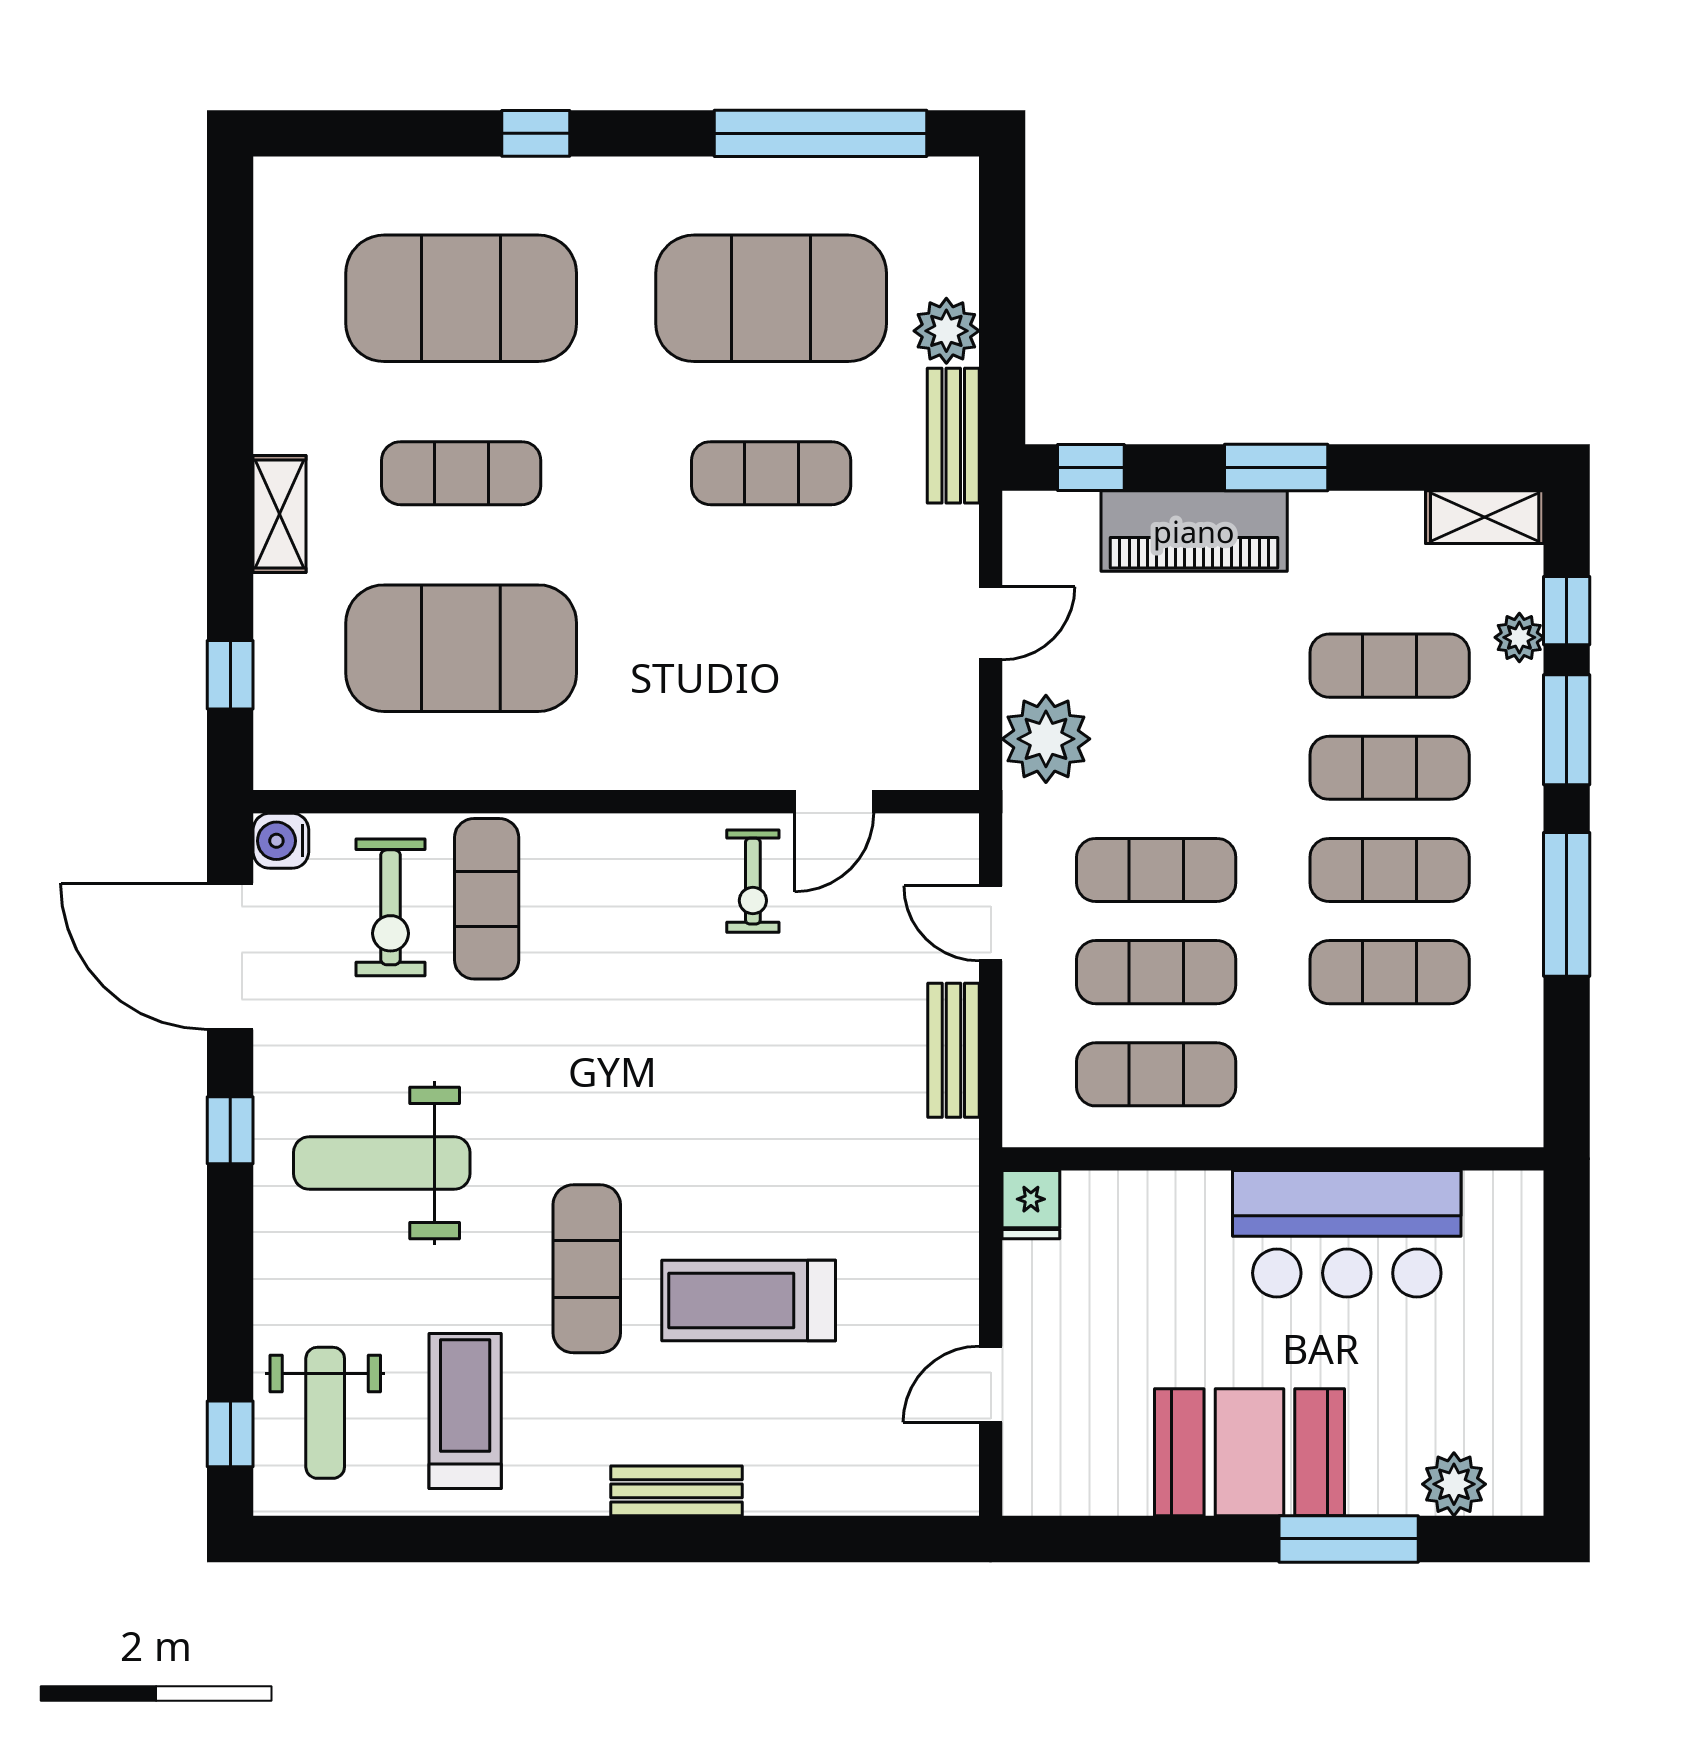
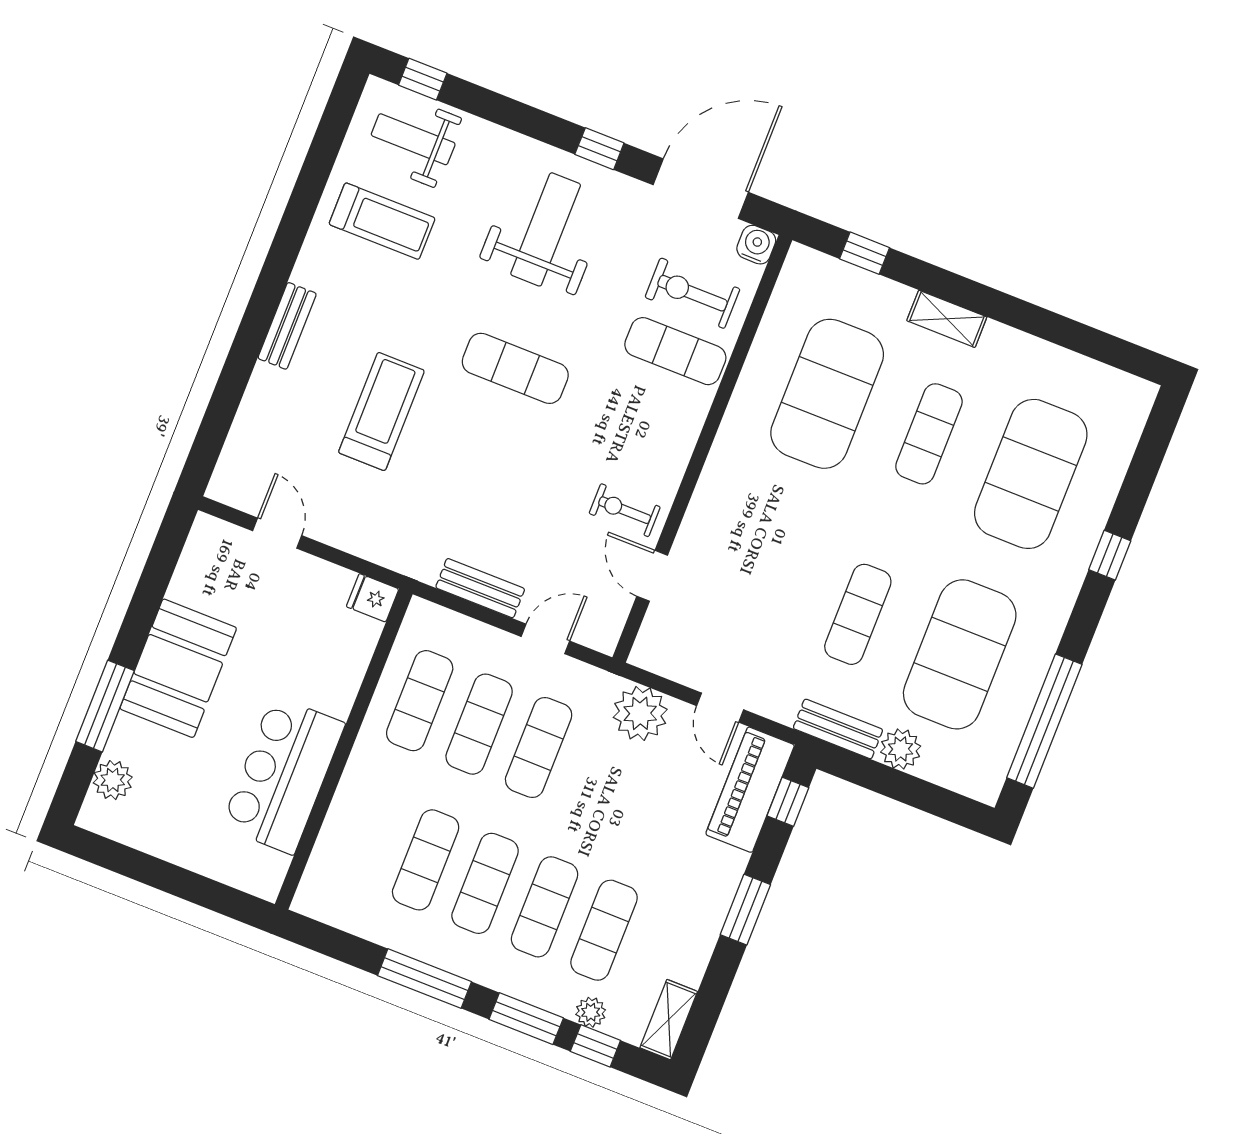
piano: (1194, 531) -> (750, 790), moved
exercise mat: (587, 1269) -> (515, 368), moved

